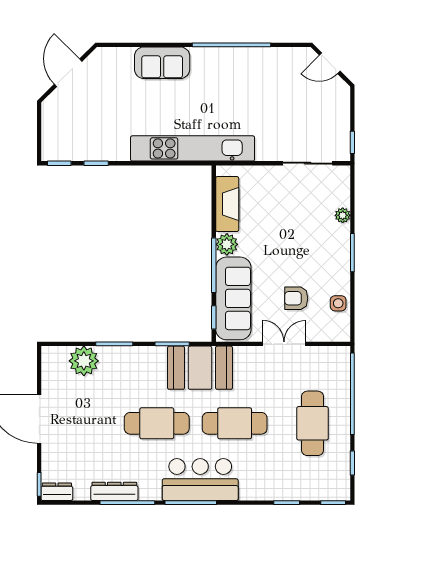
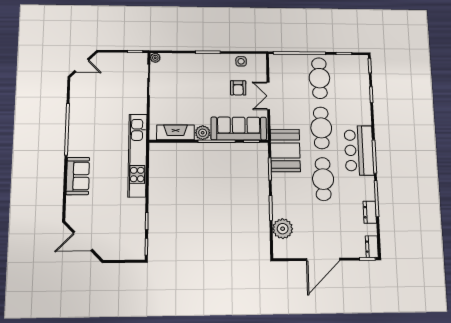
door: (330, 63) -> (82, 65), hinge flipped
plant: (343, 215) -> (155, 58), moved
cafe table: (313, 423) -> (319, 78), turned 90
dresser: (114, 491) -> (370, 212), width x0.70

